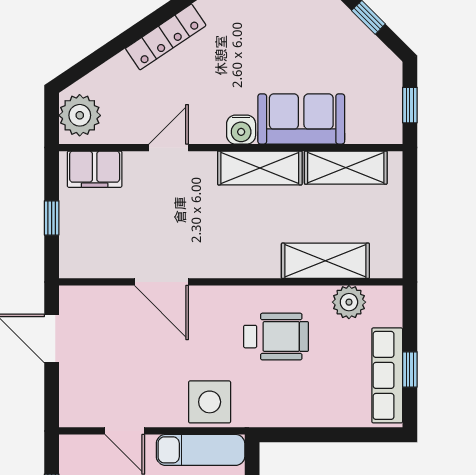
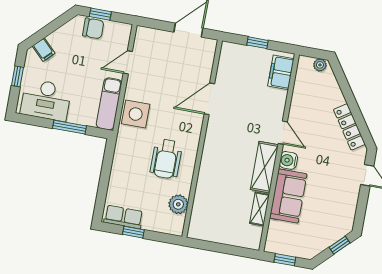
plant: (80, 115) -> (320, 65), width x0.53, depth x0.53
door: (169, 148) -> (283, 133), moved
shelving: (346, 168) -> (260, 209), width x0.67, depth x0.75
shelving: (325, 261) -> (204, 195), removed
row of seats: (387, 375) -> (123, 217), width x0.68

